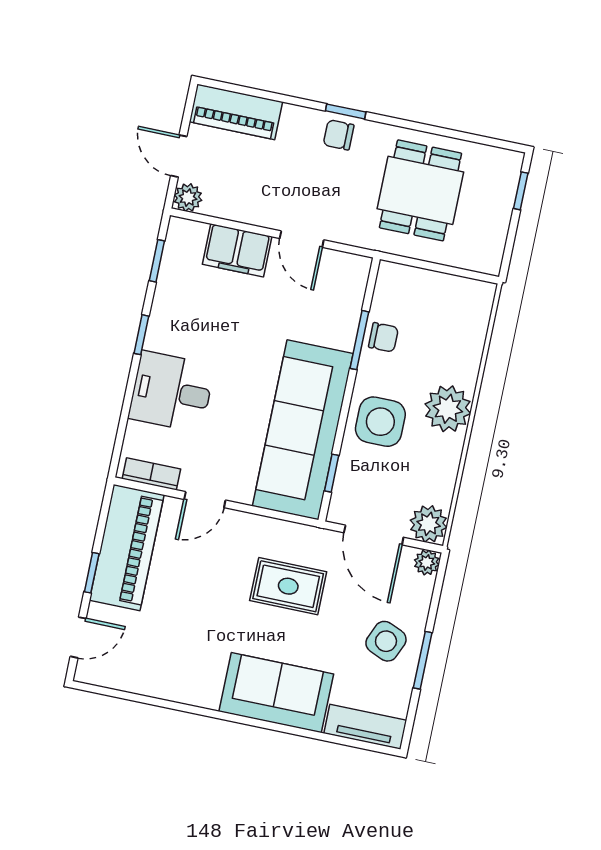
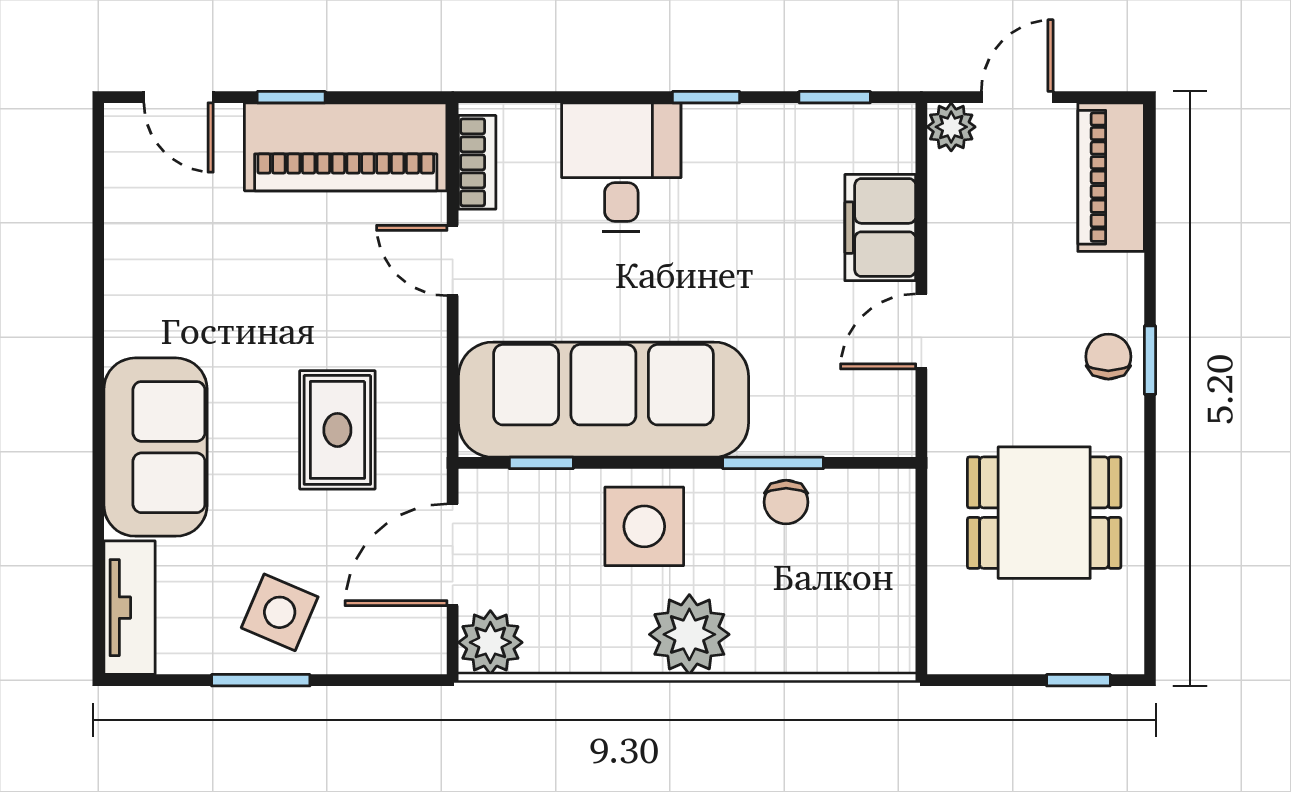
plant: (427, 562) -> (425, 653), removed

